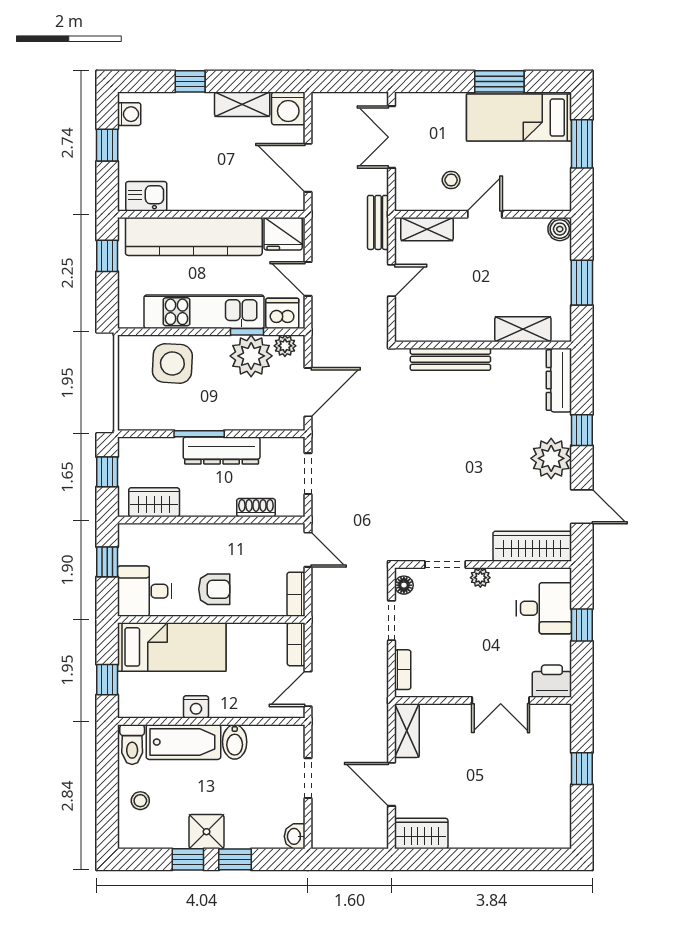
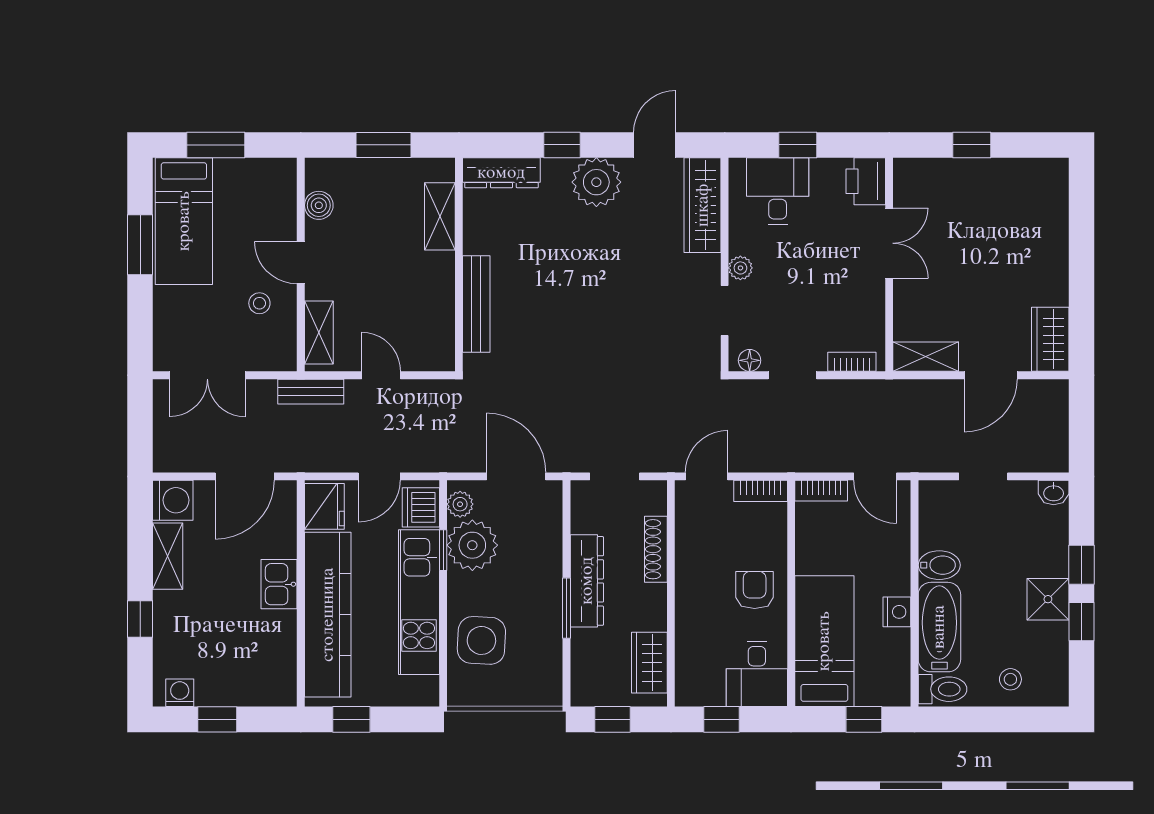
kitchen sink: (146, 196) -> (279, 584), moved
boiler: (560, 229) -> (319, 205), moved
shoe rack: (256, 508) -> (656, 549), width x1.43

